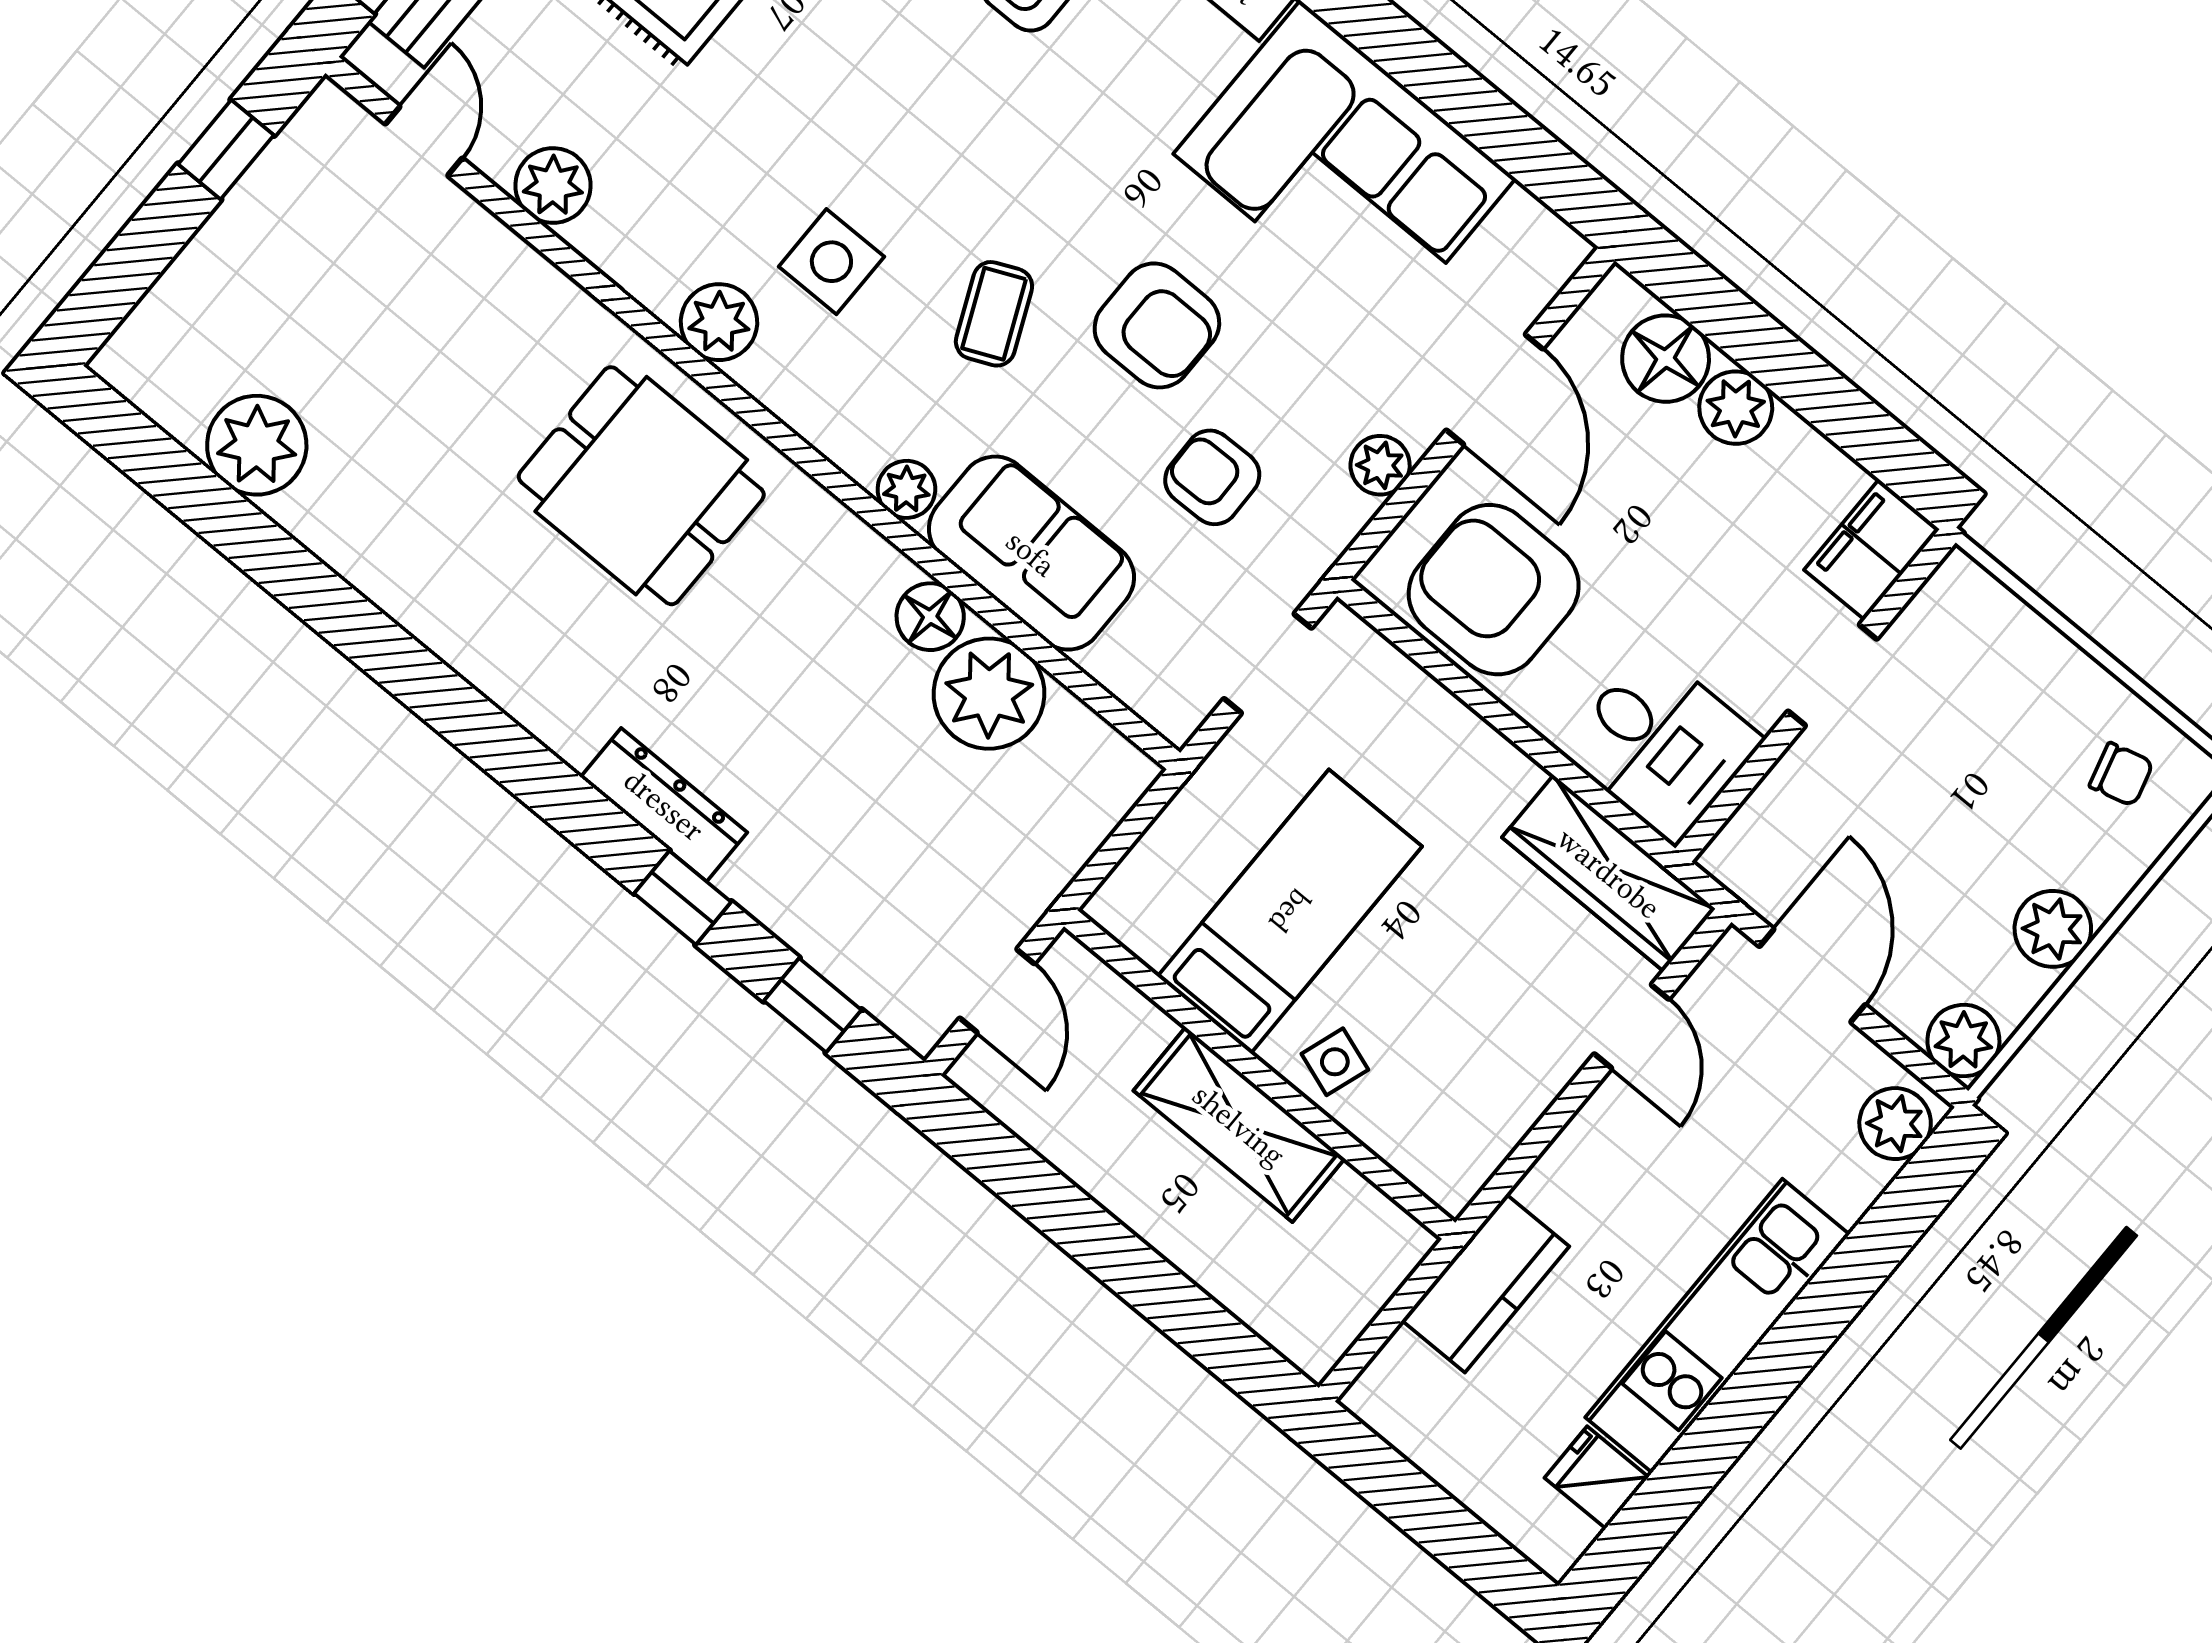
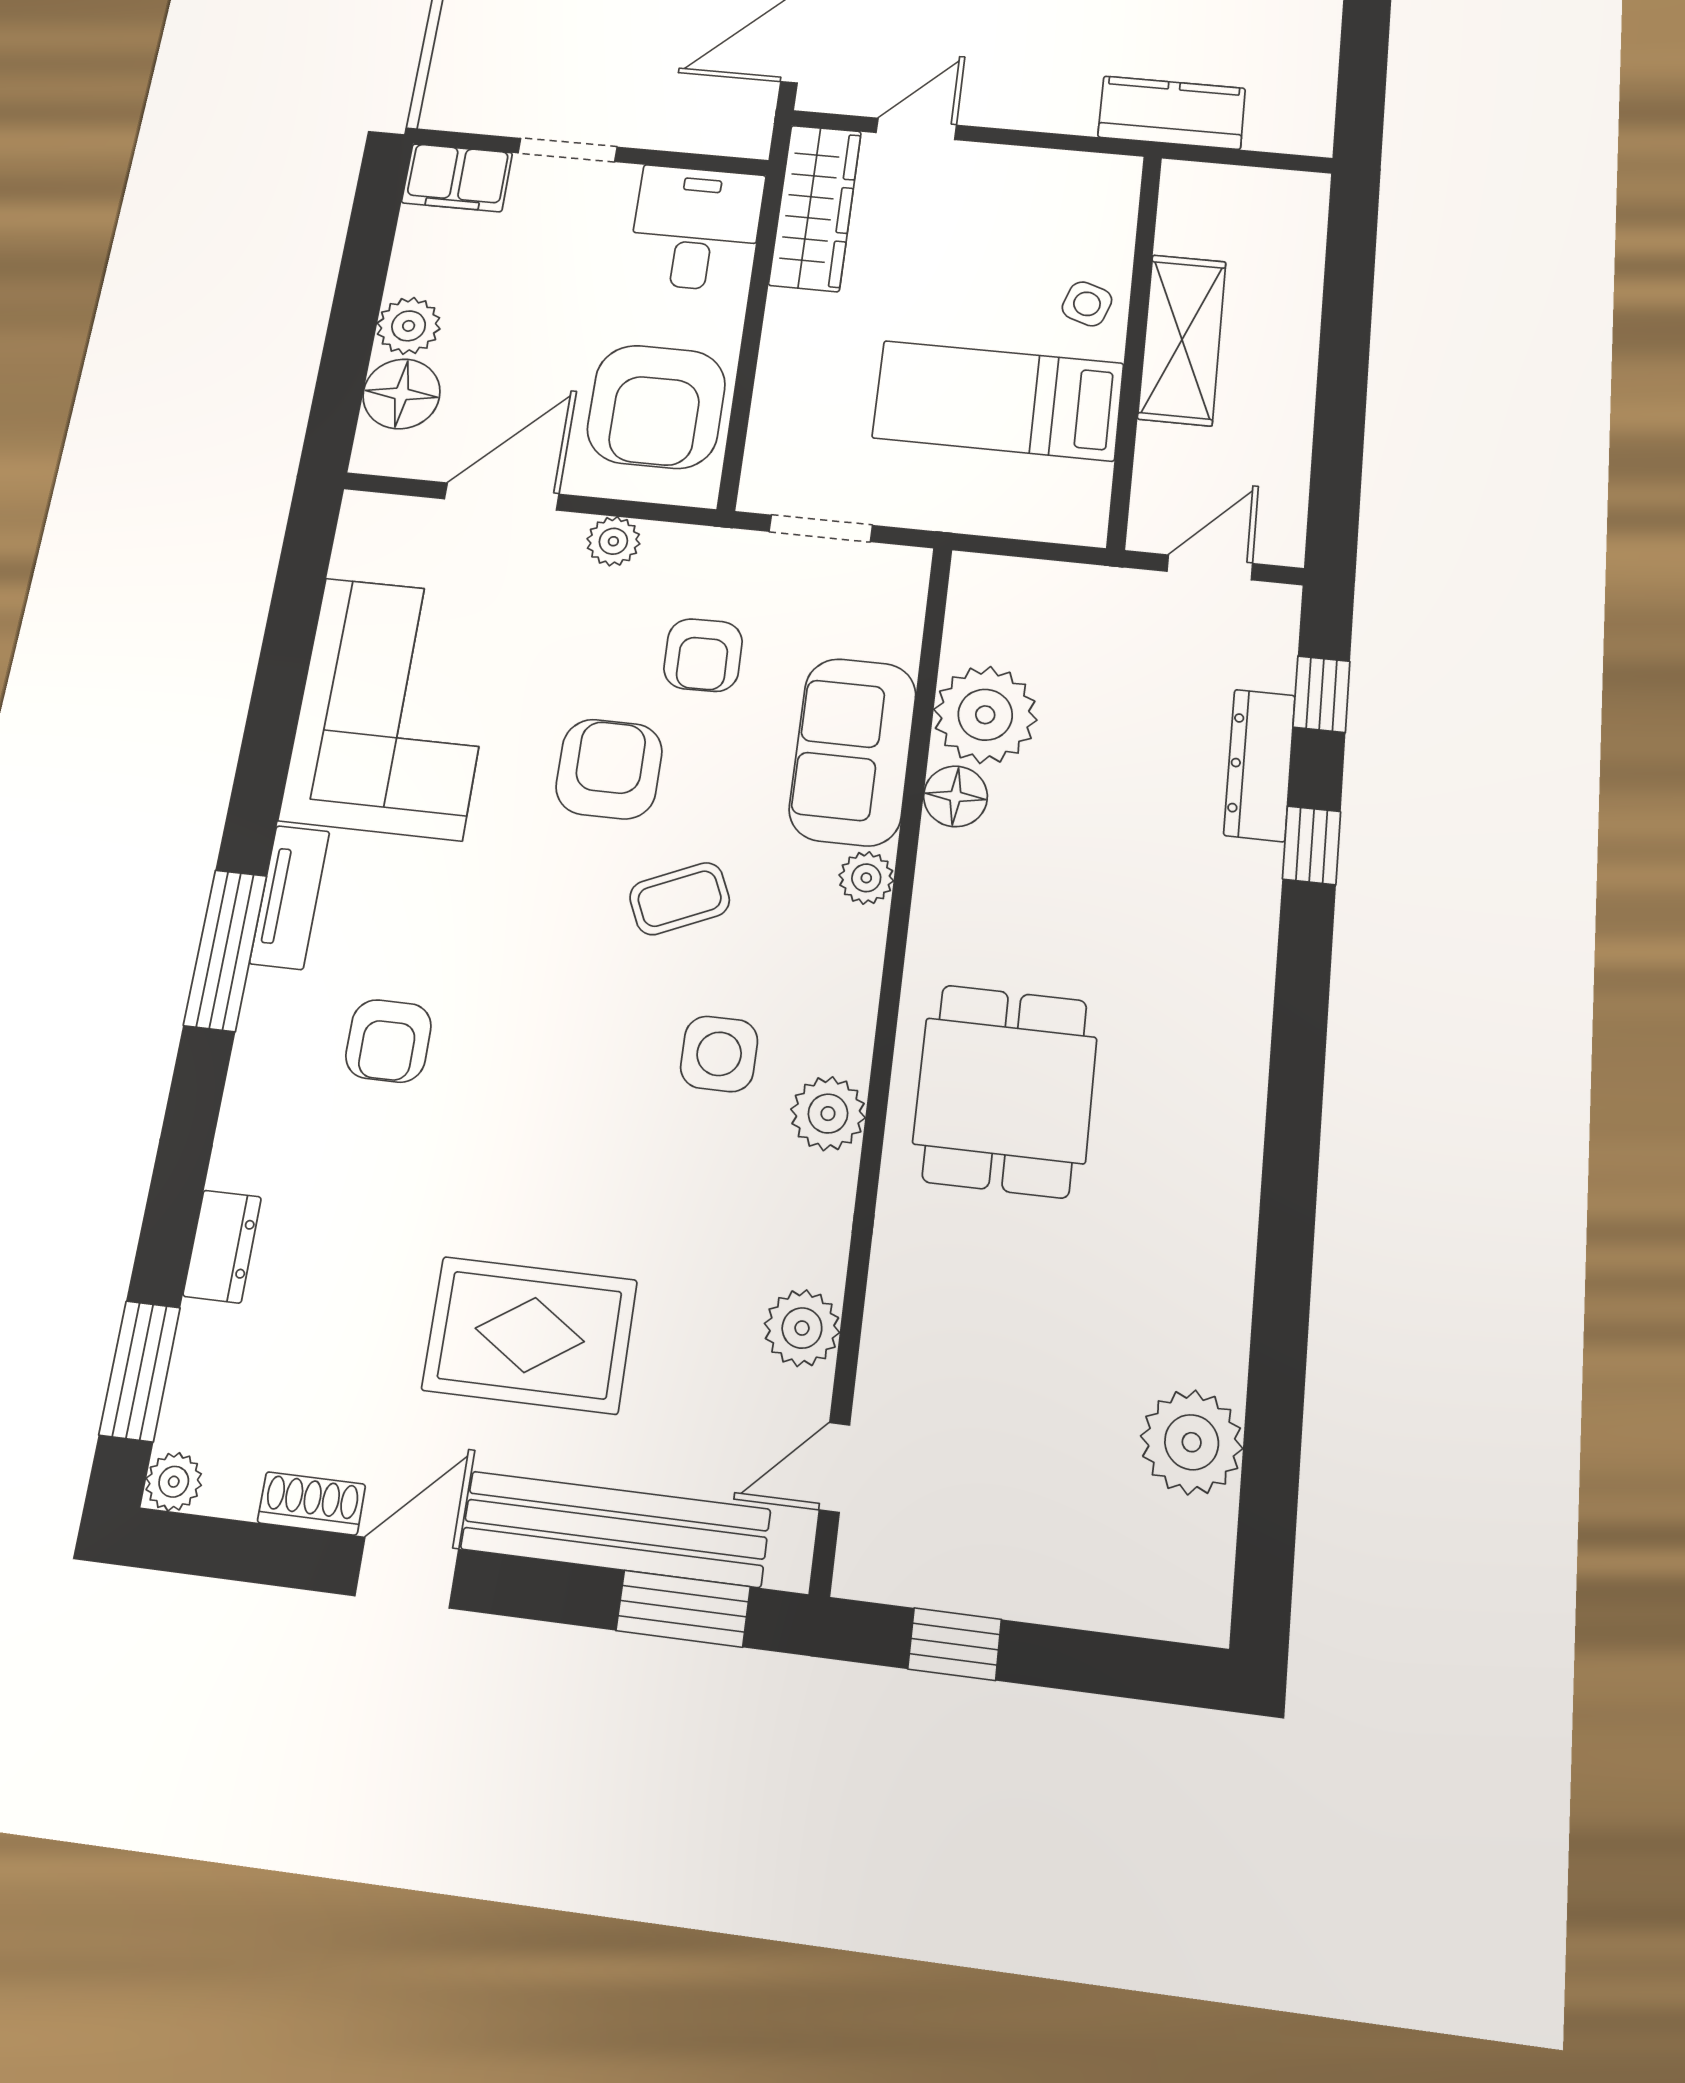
dresser: (664, 805) -> (1260, 765), moved

